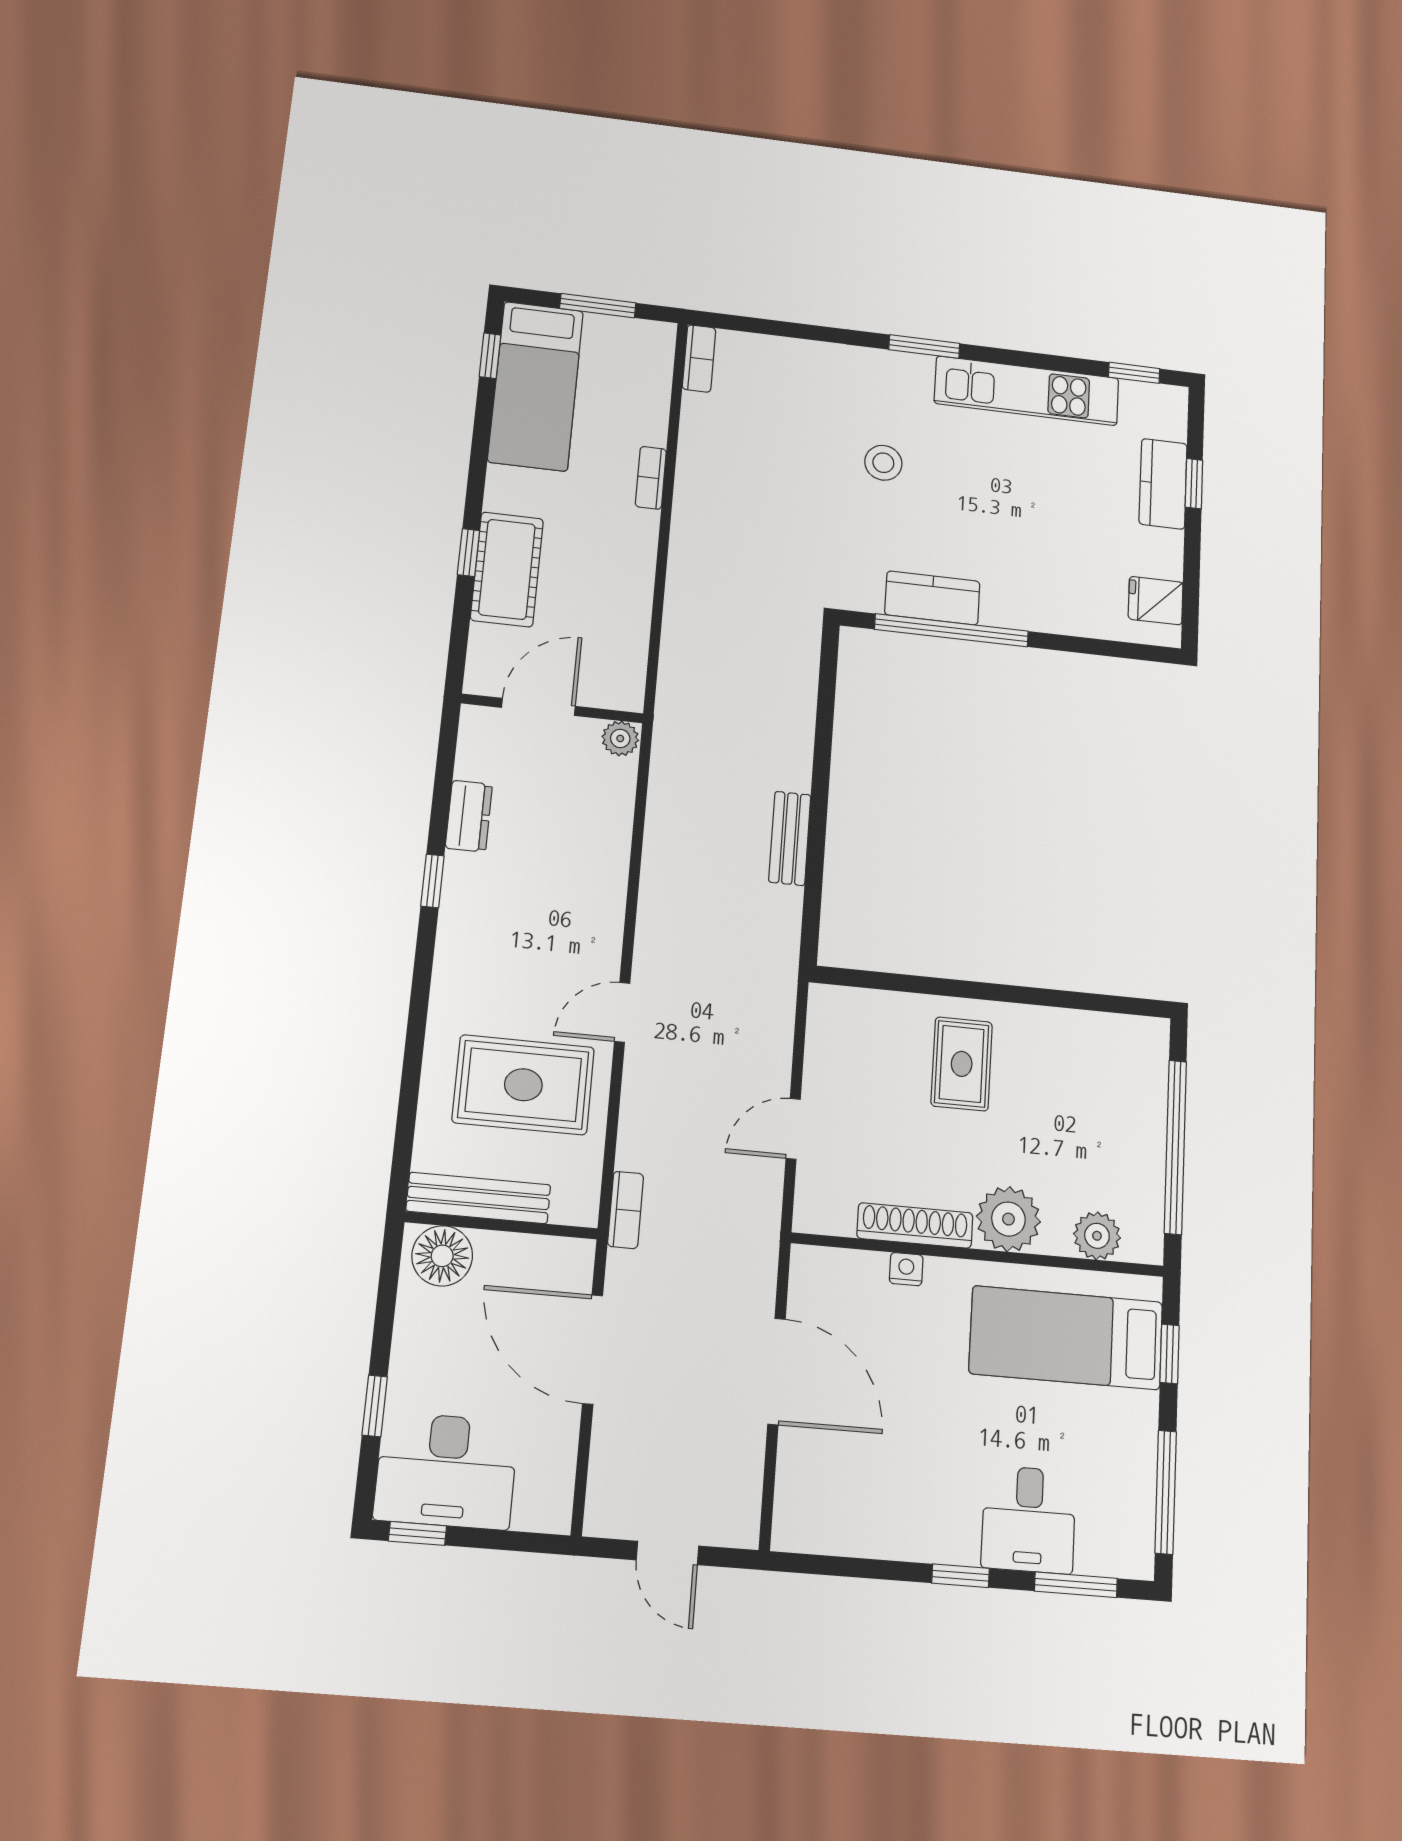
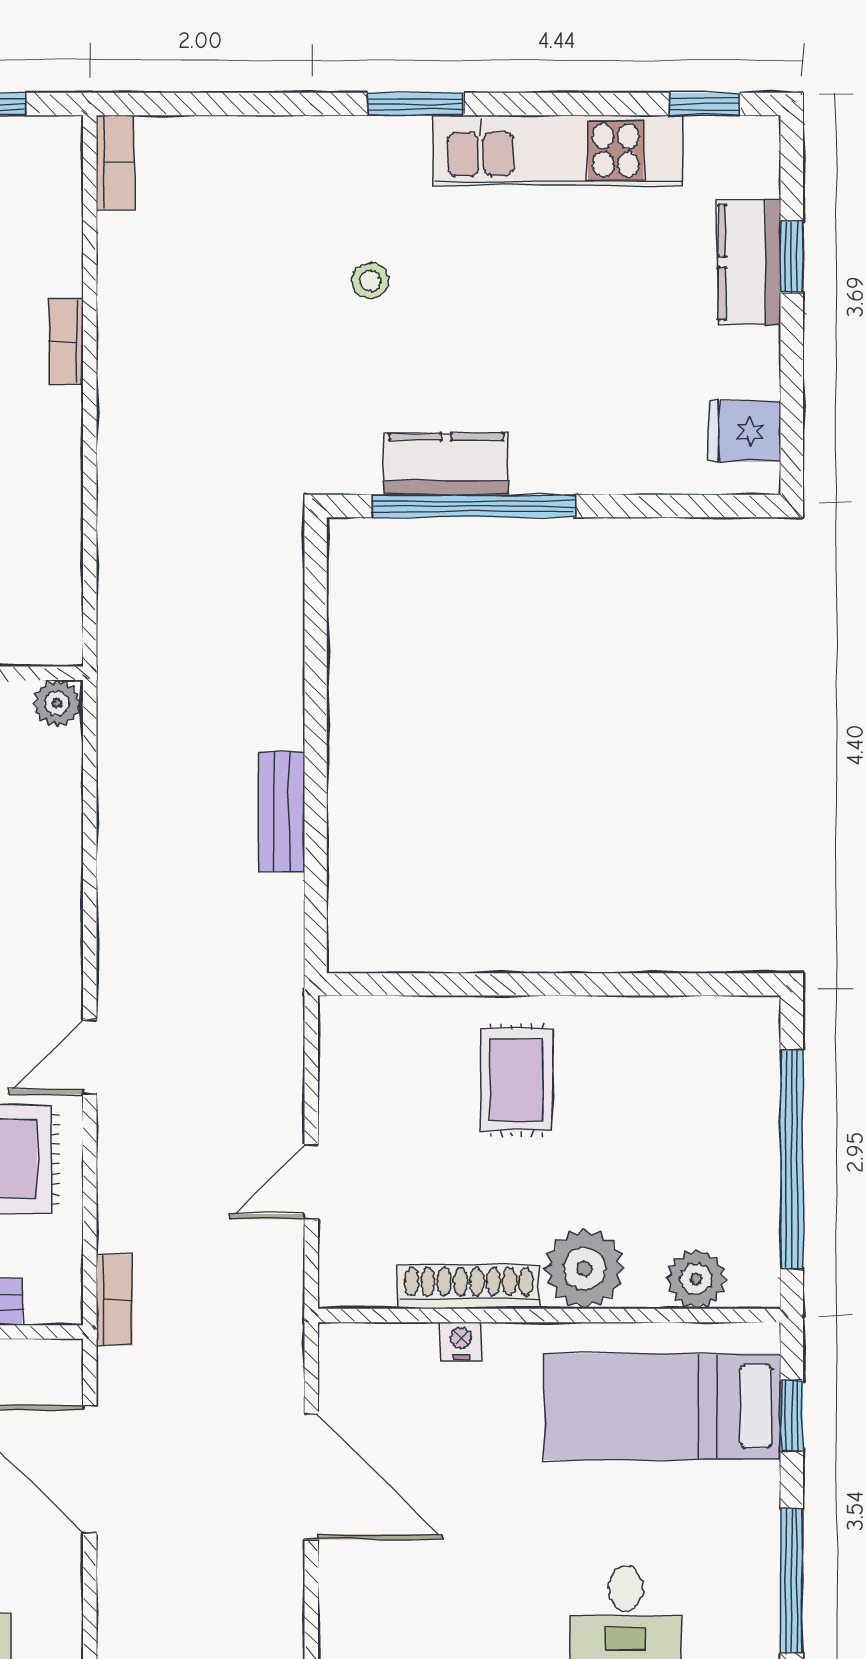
stool: (883, 463) -> (370, 281), width x0.73, depth x0.73

